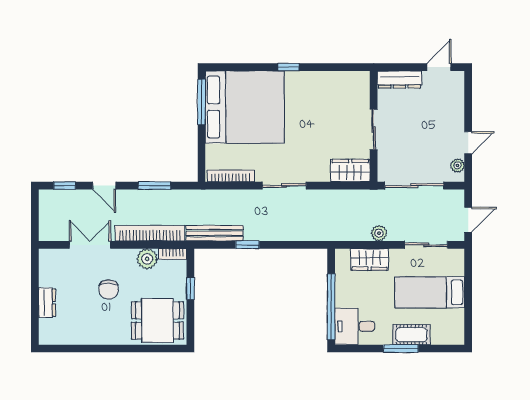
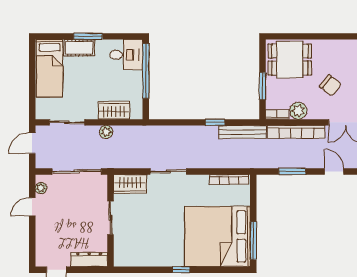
sliding door: (284, 186) -> (168, 171), moved
window: (190, 288) -> (262, 86), width x1.50
chair: (109, 289) -> (330, 85), turned 128
bed: (430, 292) -> (50, 68), moved, turned 90

